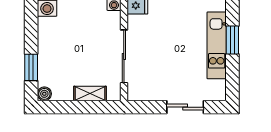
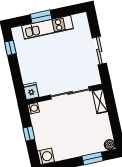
shelving: (90, 93) -> (100, 101), moved
sliding door: (185, 107) -> (99, 51), moved

